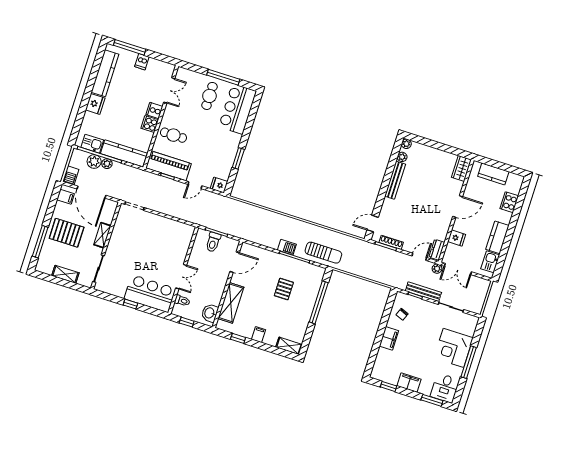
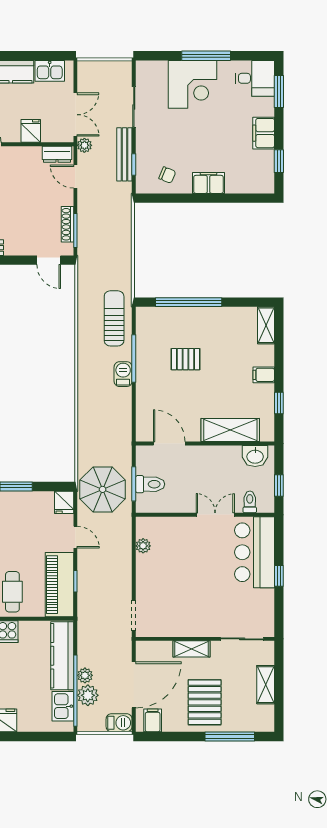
parasol: (219, 212) -> (103, 489), added
plant: (176, 226) -> (143, 546), added

